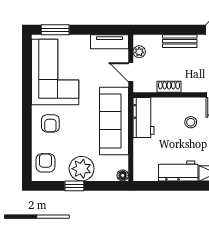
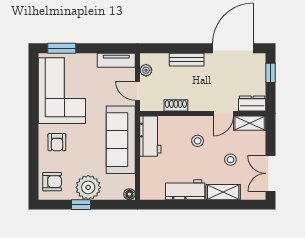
armchair: (45, 163) -> (52, 182), turned 90

